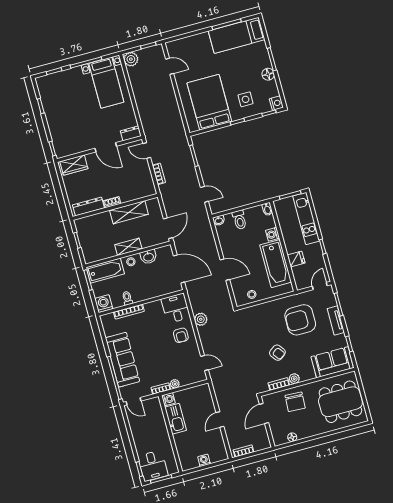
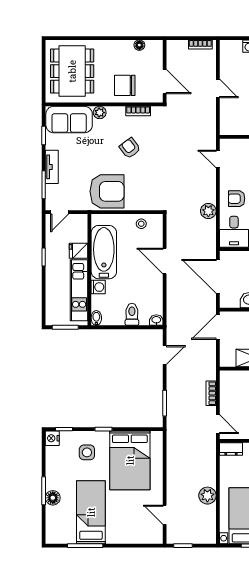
bed: (237, 35) -> (91, 512), moved, turned -90
plant: (131, 59) -> (207, 496), moved
floor lamp: (268, 74) -> (53, 498), moved
door: (204, 194) -> (165, 355), swing flipped
kitchen unit: (306, 218) -> (79, 290), moved, turned 180
armchair: (300, 320) -> (107, 191), moved
armchair: (181, 335) -> (237, 199), turned -90
plant: (294, 379) -> (100, 113), moved
chair: (295, 402) -> (125, 85), turned -93
dining table: (340, 402) -> (72, 71), turned 90
door: (264, 414) -> (165, 82), hinge flipped
door: (220, 420) -> (218, 89), hinge flipped

